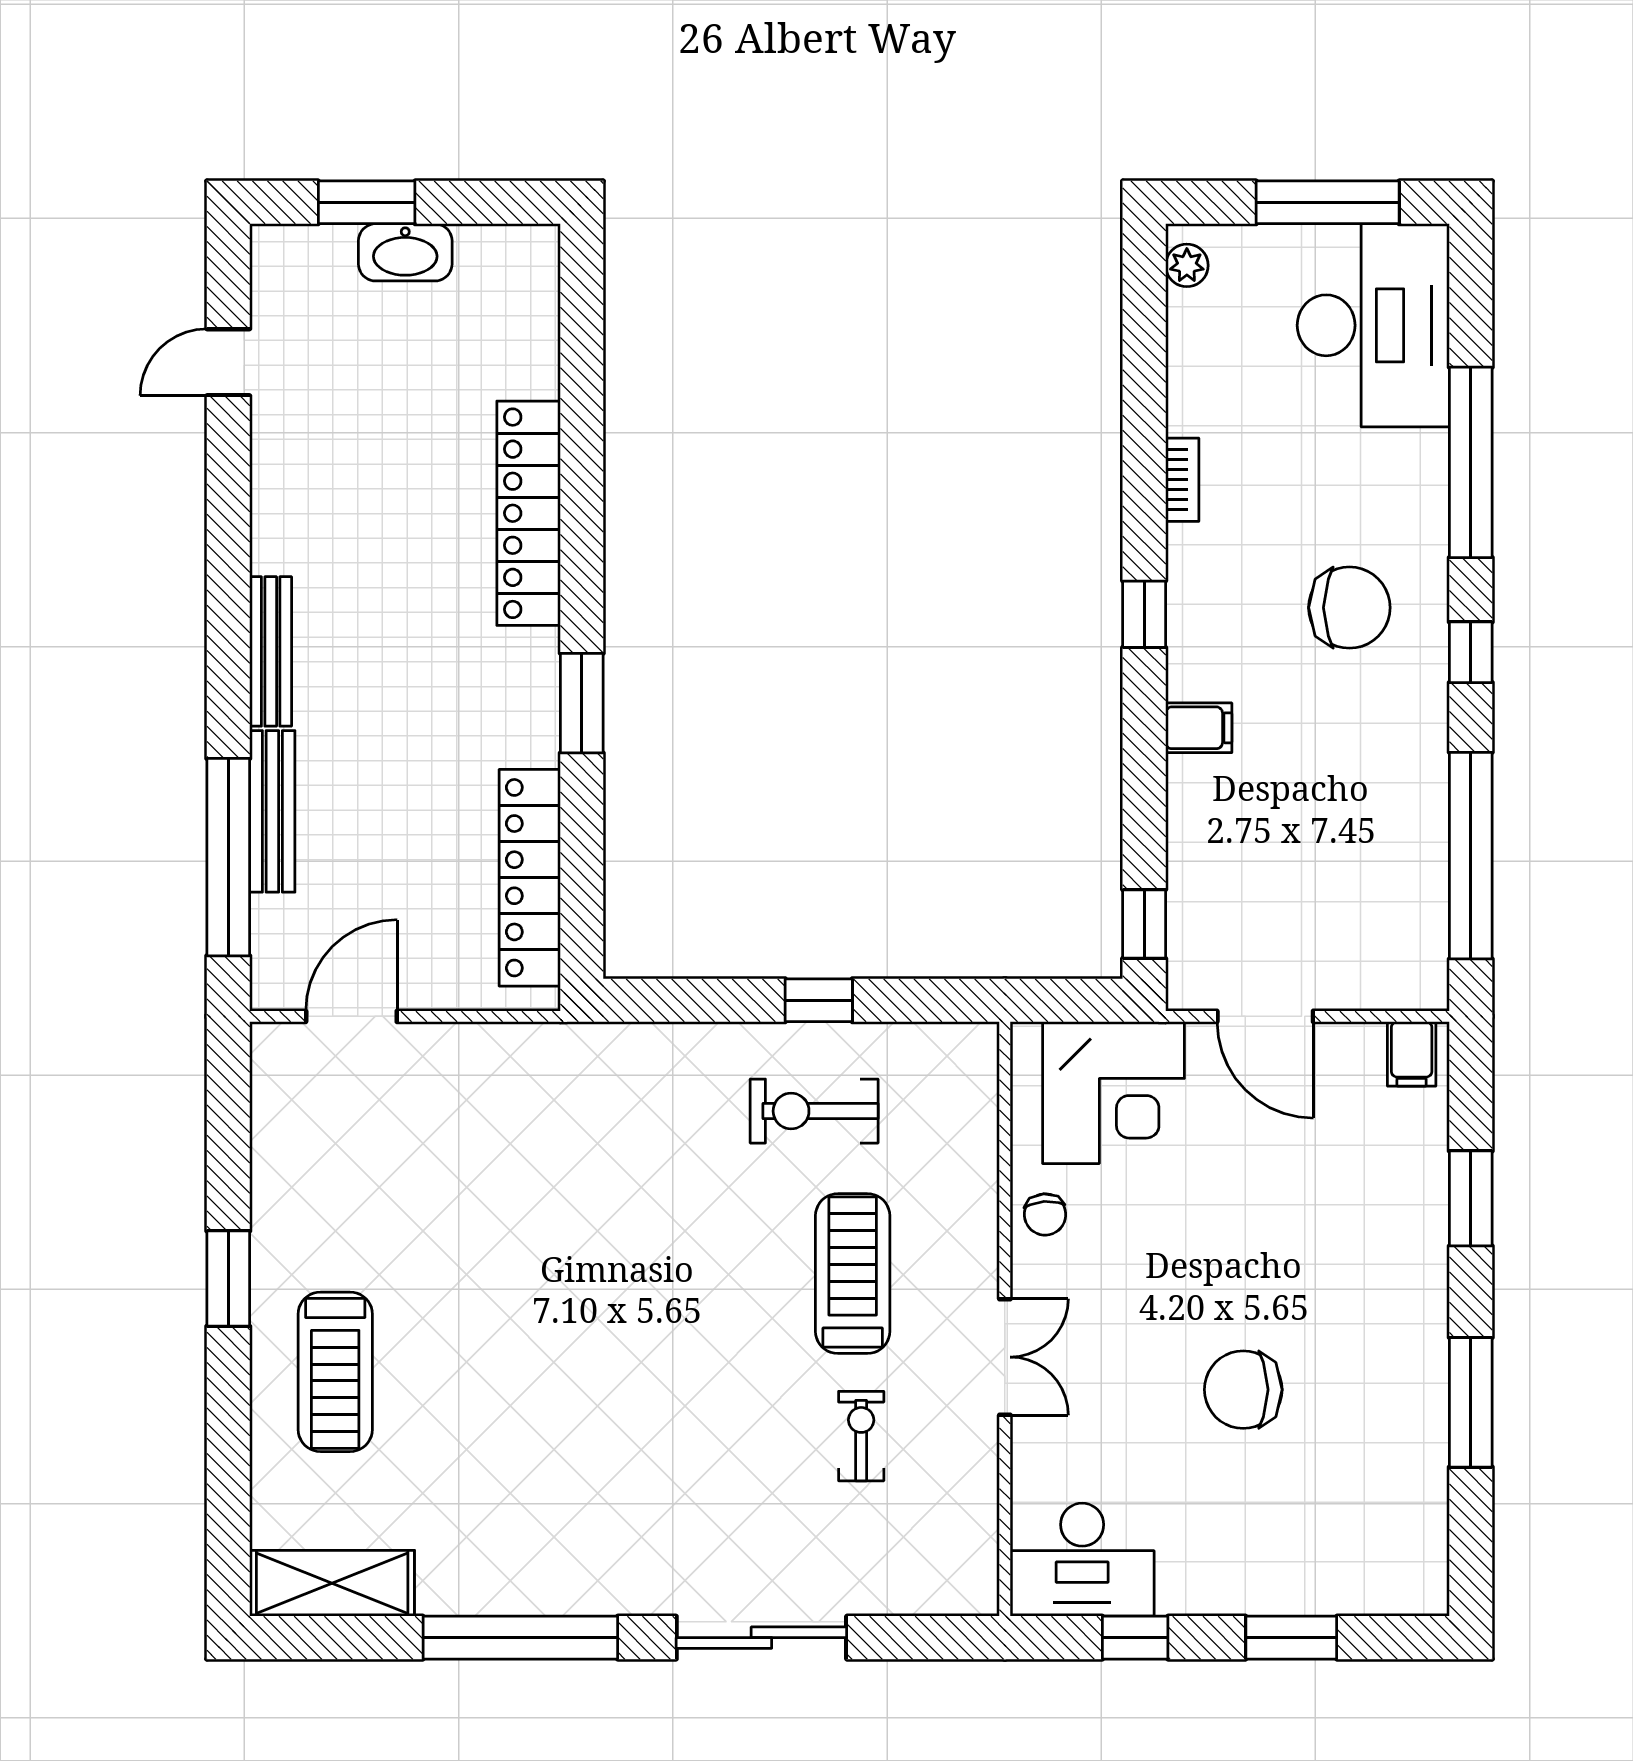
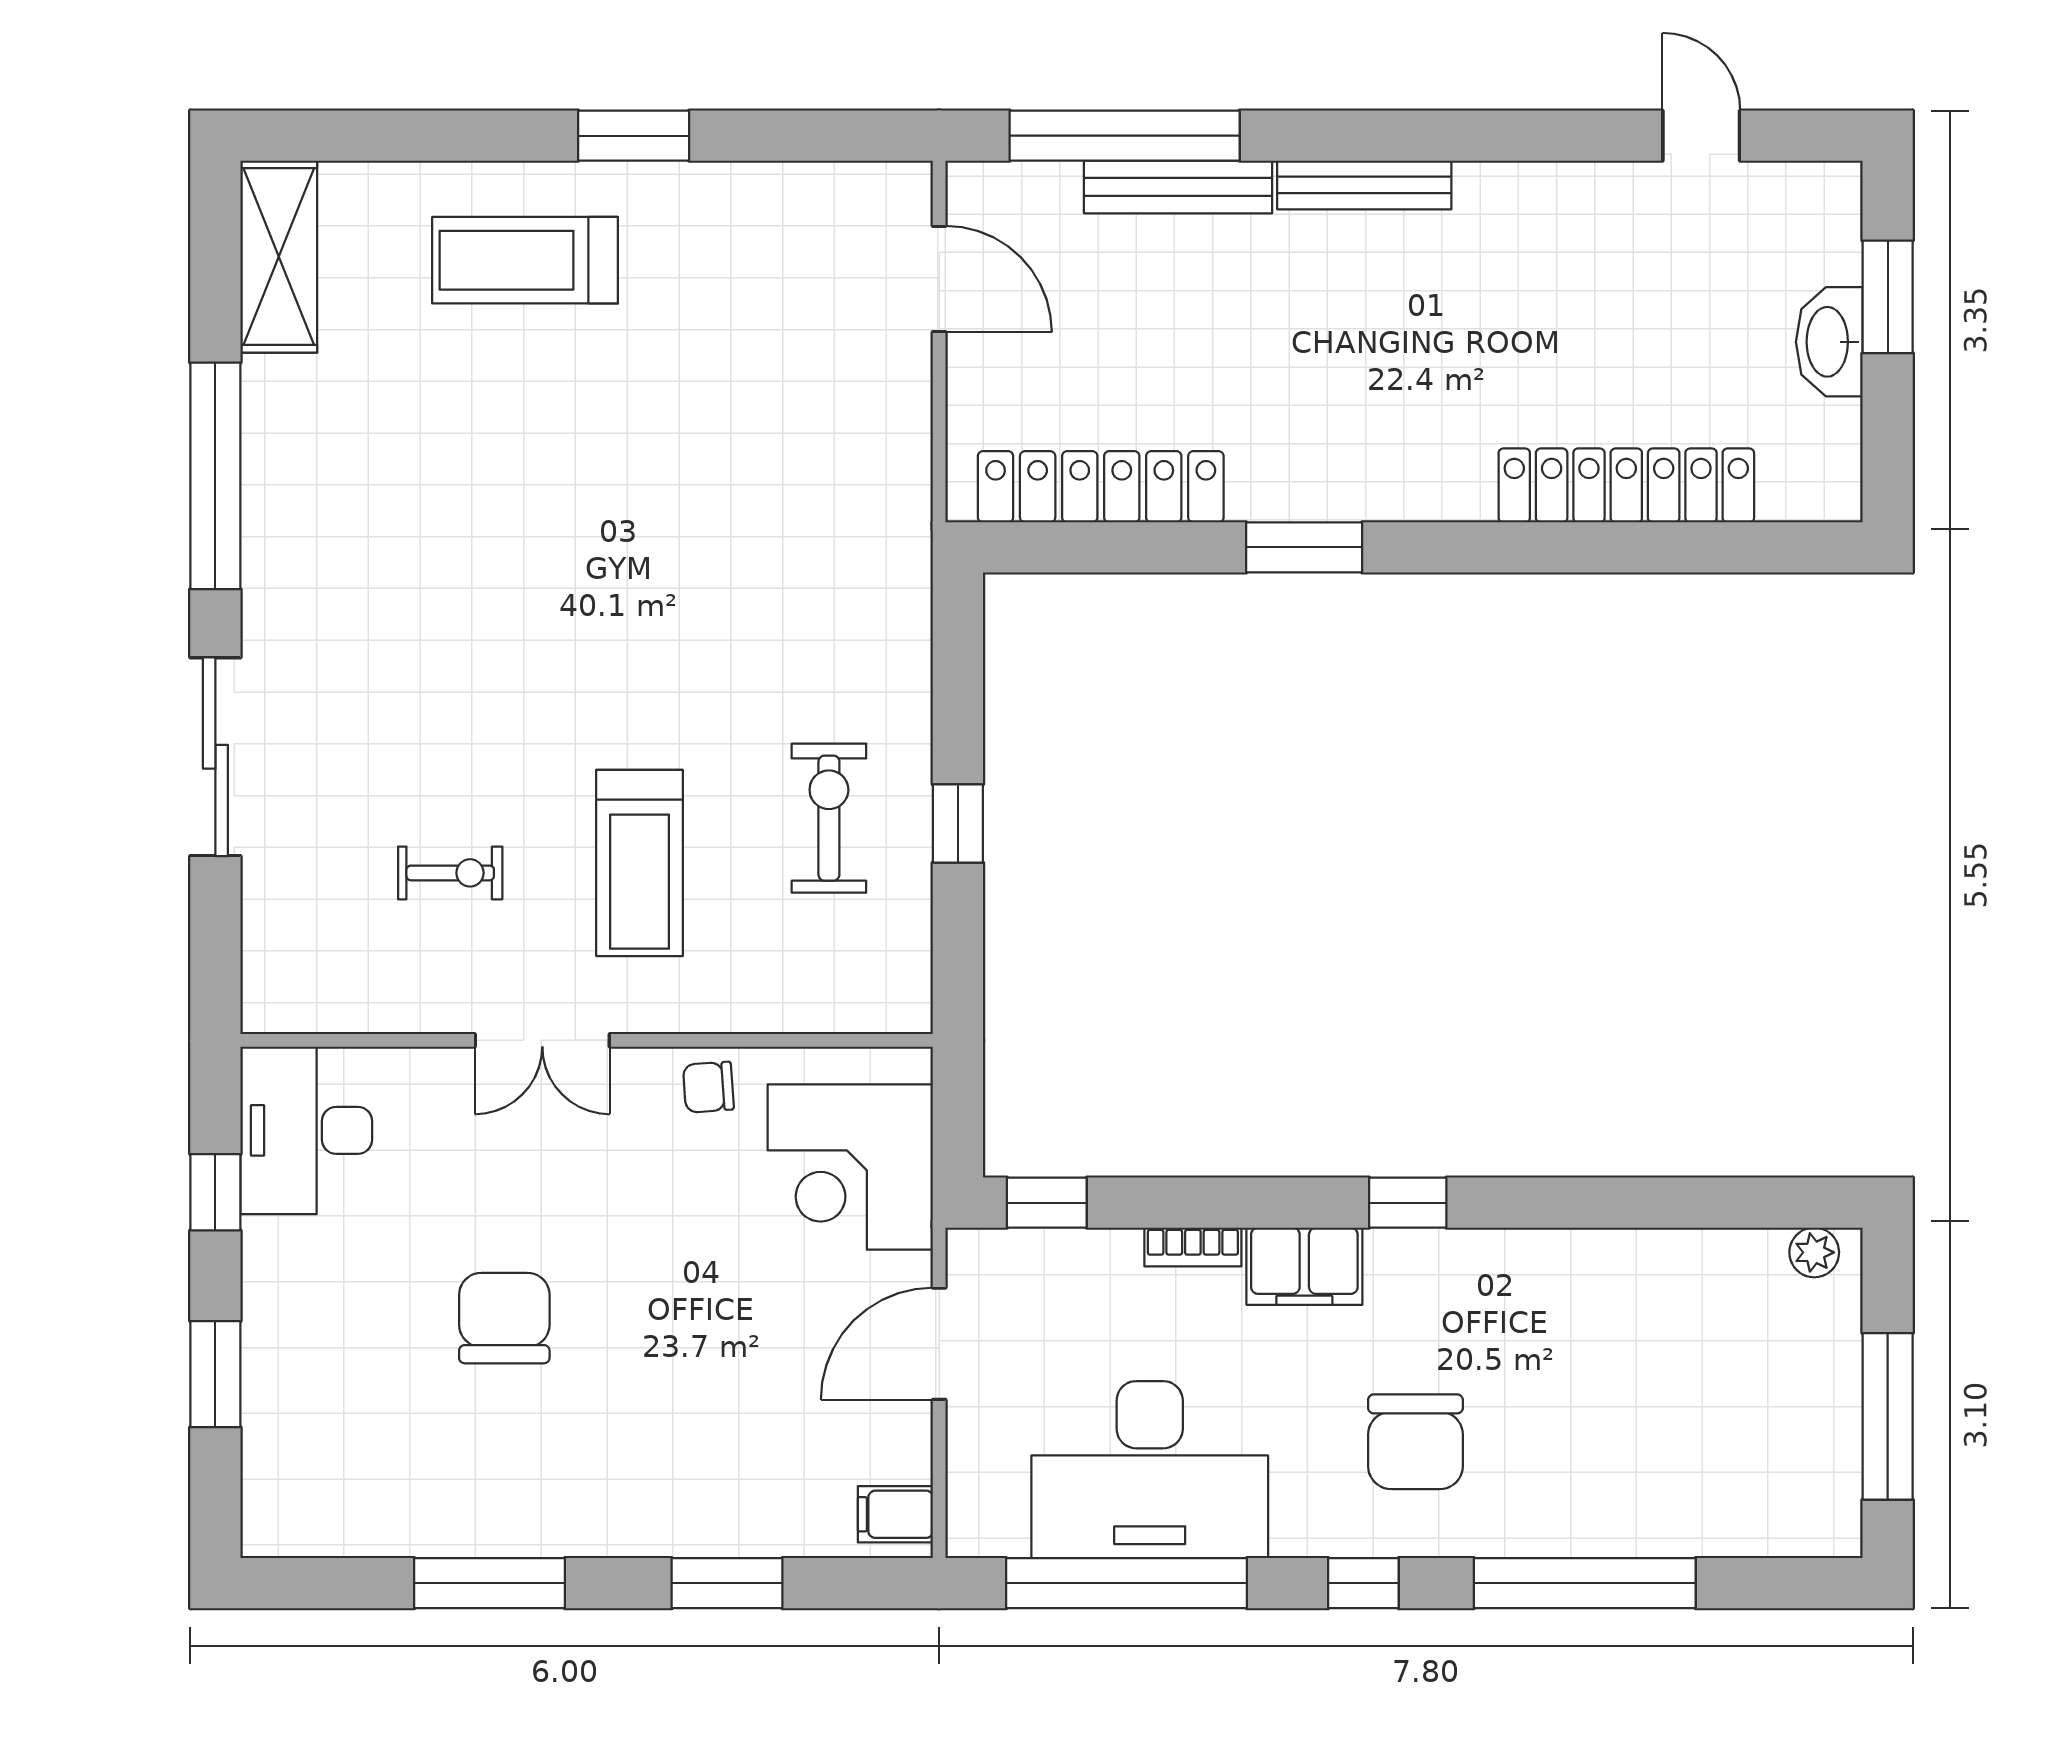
desk: (1373, 325) -> (1150, 1470), moved
bookcase: (1182, 480) -> (1193, 1247), moved
locker: (529, 513) -> (1626, 485), moved
filing cabinet: (1199, 728) -> (1304, 1266), width x2.00
treadmill: (853, 1274) -> (640, 863), turned 90

